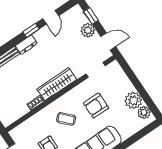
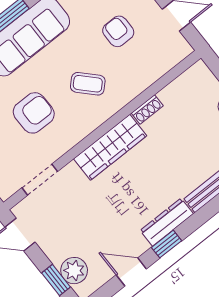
door: (51, 17) -> (131, 272), hinge flipped
plant: (88, 30) -> (74, 271), moved
dresser: (26, 45) -> (167, 222), width x1.44

